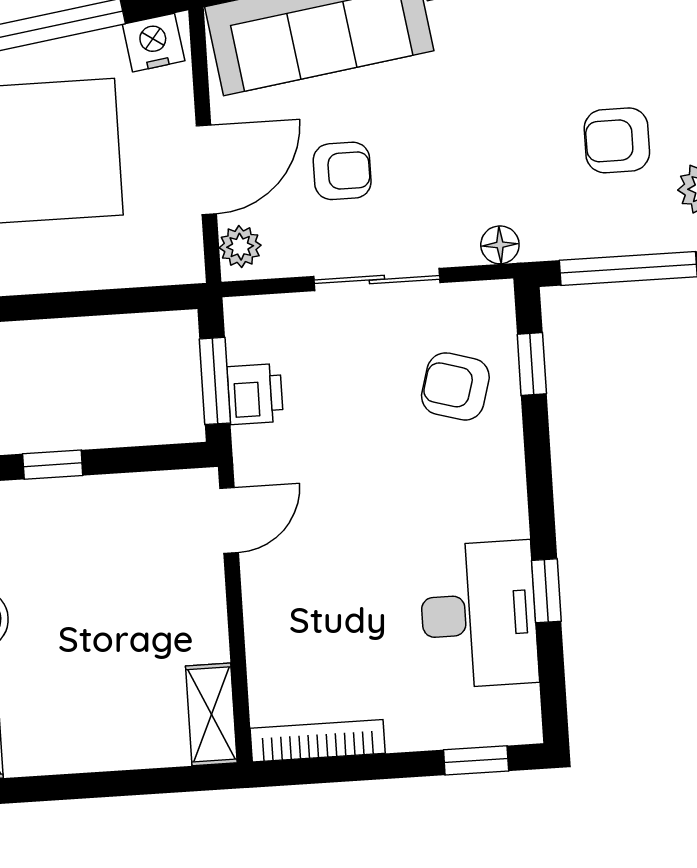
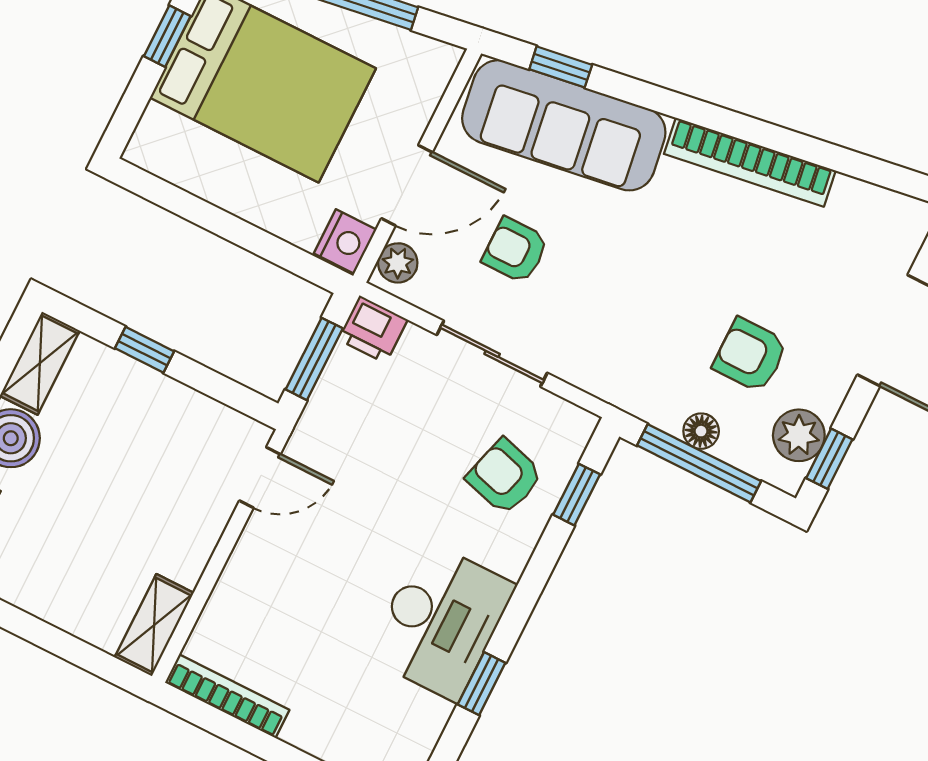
nightstand: (154, 43) -> (345, 241), moved, turned 98
armchair: (342, 171) -> (515, 250), turned 180
floor lamp: (500, 245) -> (701, 431), moved
printer: (255, 394) -> (373, 329), moved, turned 90
desk: (479, 614) -> (441, 621), moved

